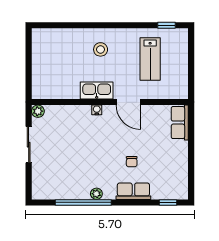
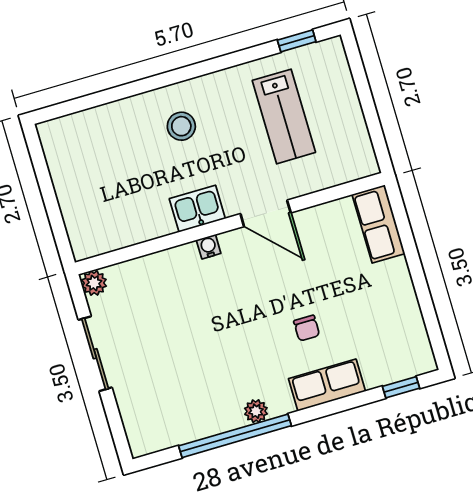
kitchen sink: (97, 90) -> (197, 209), width x0.73

